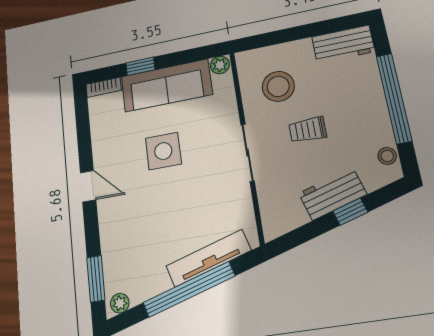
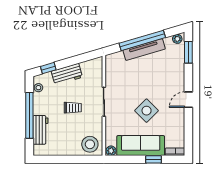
workbench: (343, 44) -> (41, 130), moved, turned 90
stool: (278, 86) -> (90, 144), moved
side table: (163, 151) -> (147, 111), turned 45
door: (88, 186) -> (188, 100), hinge flipped
window: (350, 212) -> (48, 68), moved
tv unit: (208, 258) -> (144, 50), moved

